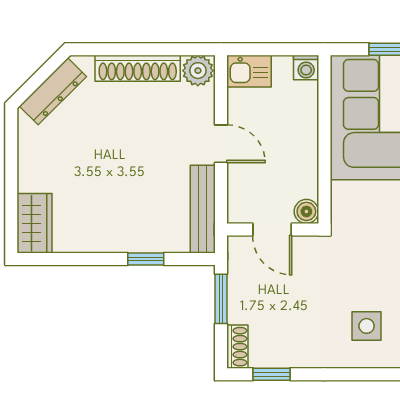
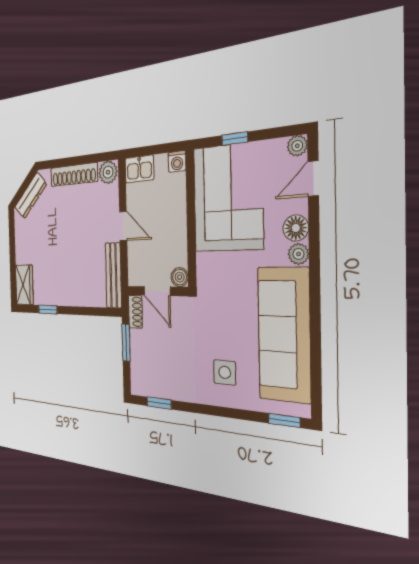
window: (146, 259) -> (48, 309), moved
shoe rack: (237, 347) -> (135, 312), moved

